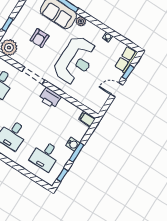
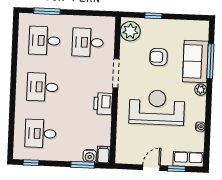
reception desk: (75, 60) -> (157, 107), turned 180
door: (117, 90) -> (151, 168), hinge flipped
water cooler: (73, 144) -> (90, 156), moved
window: (77, 152) -> (83, 165), moved

